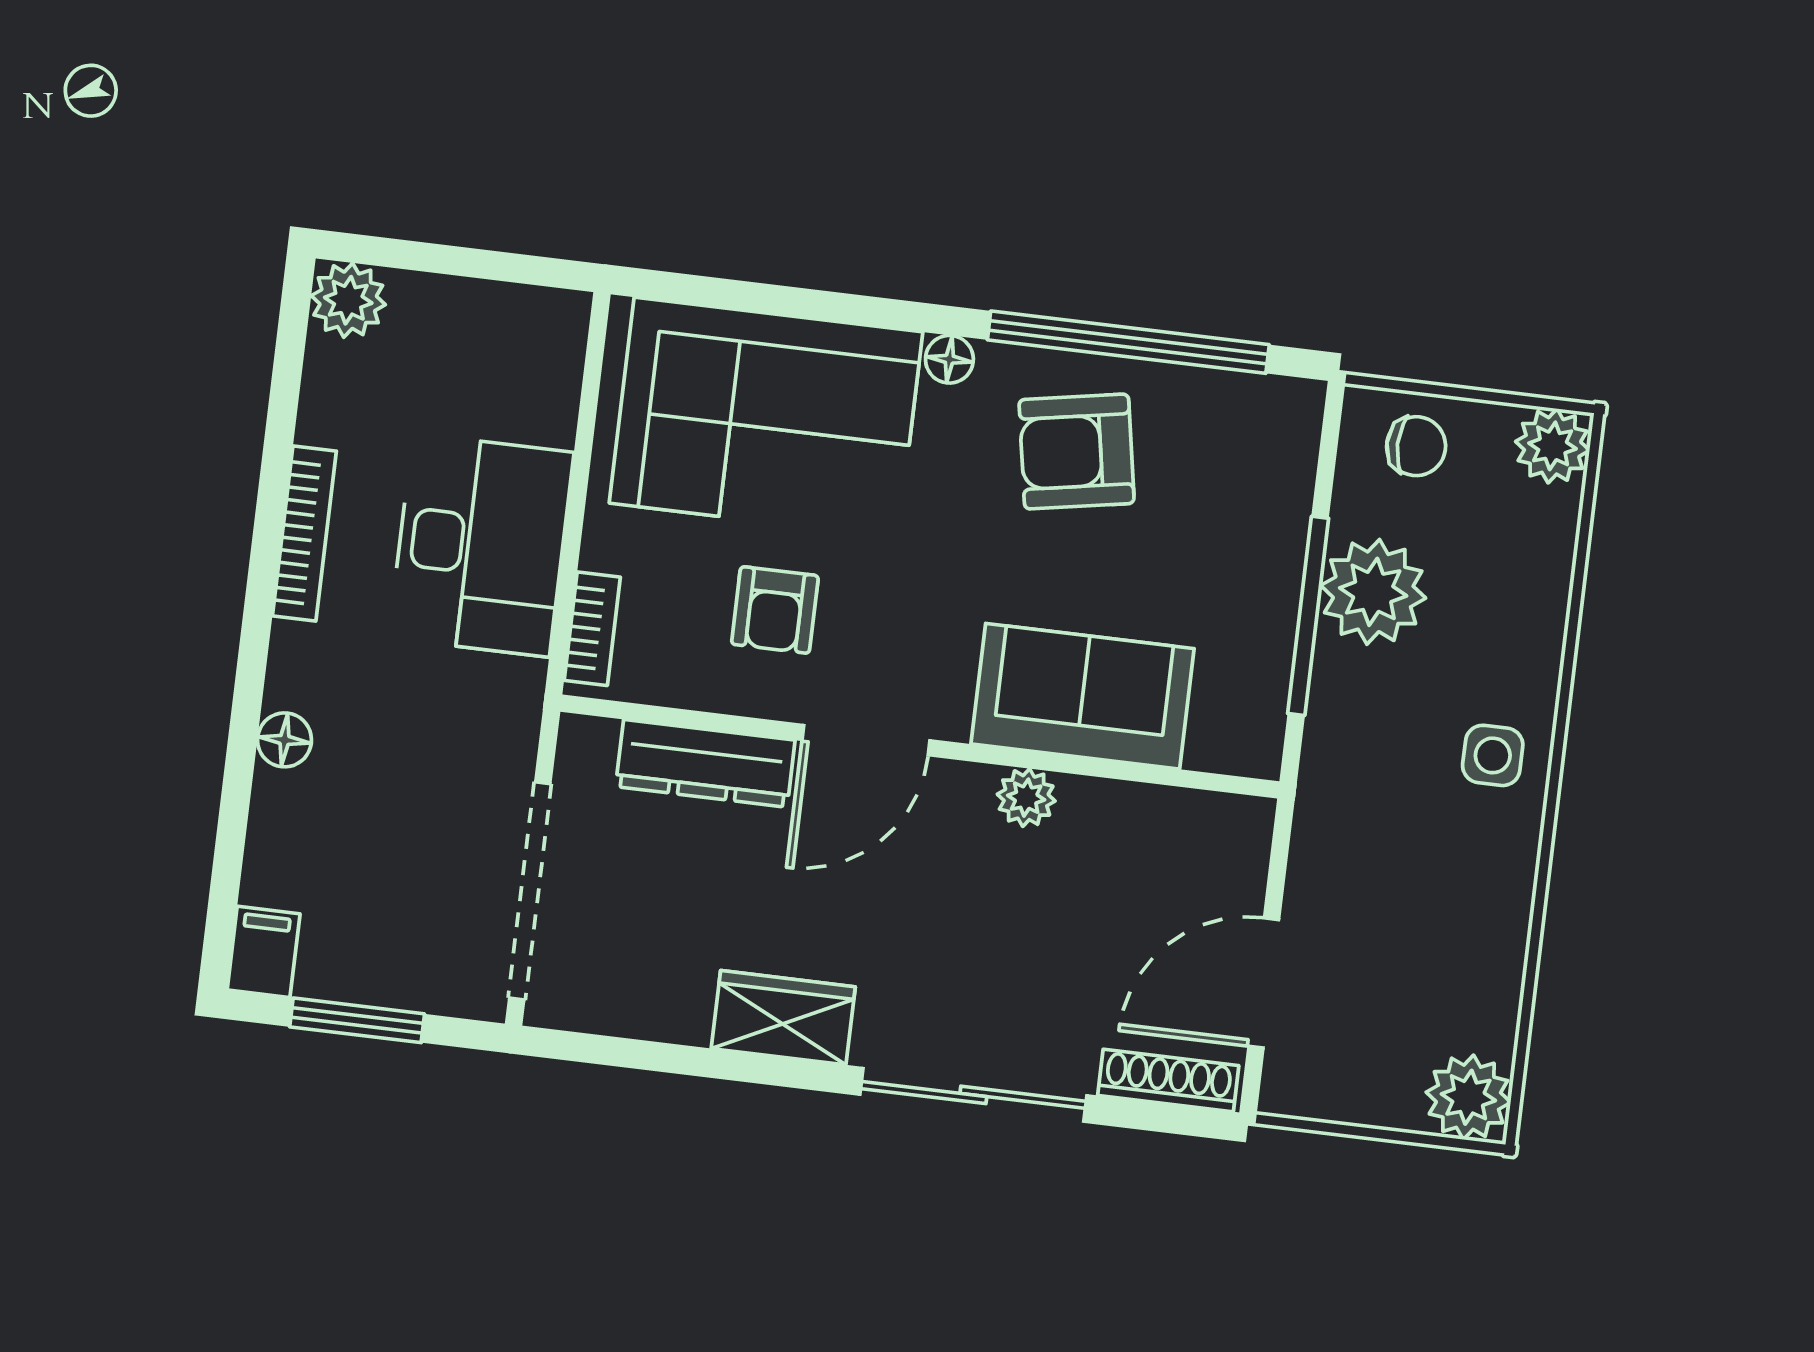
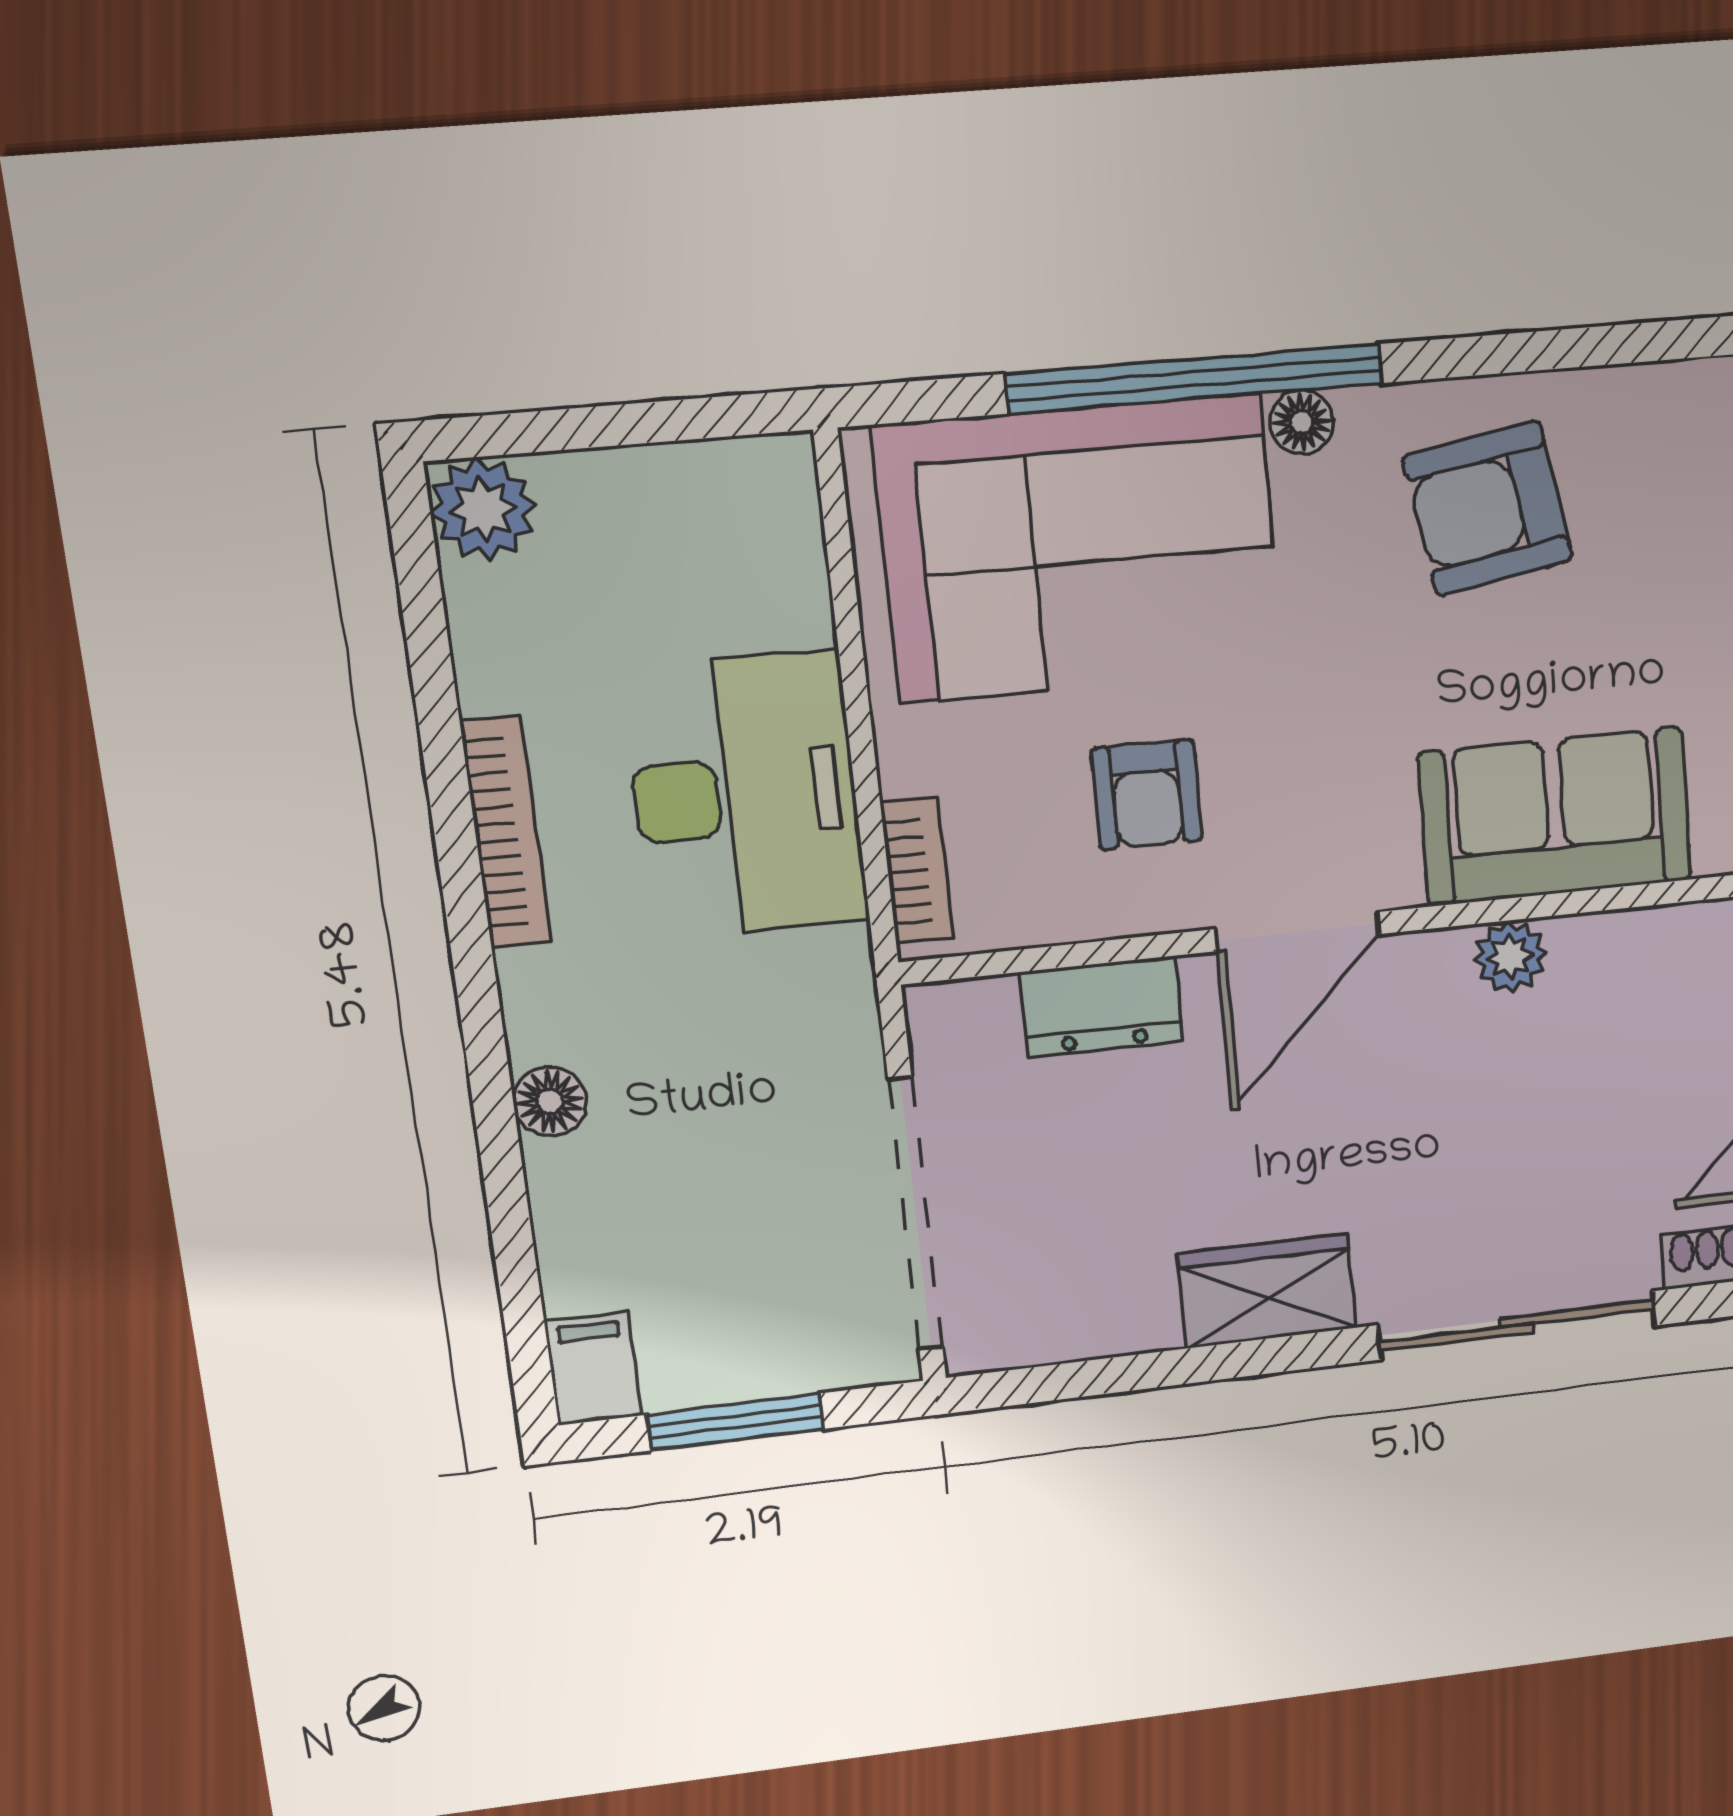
window: (1128, 342) -> (1195, 379), moved
dresser: (705, 763) -> (1101, 1007), width x0.70

